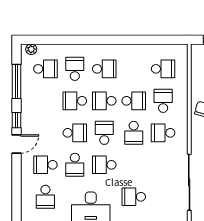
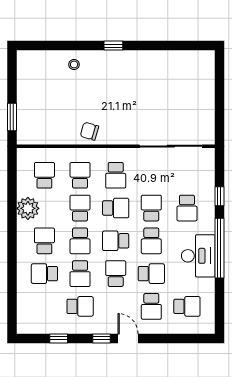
plant: (31, 49) -> (28, 208), moved, width x1.87, depth x1.87
school desk: (45, 69) -> (80, 306), moved, turned 90
window: (17, 82) -> (59, 338), width x0.46
school desk: (163, 101) -> (80, 175), turned 90
school desk: (134, 165) -> (151, 208), added

